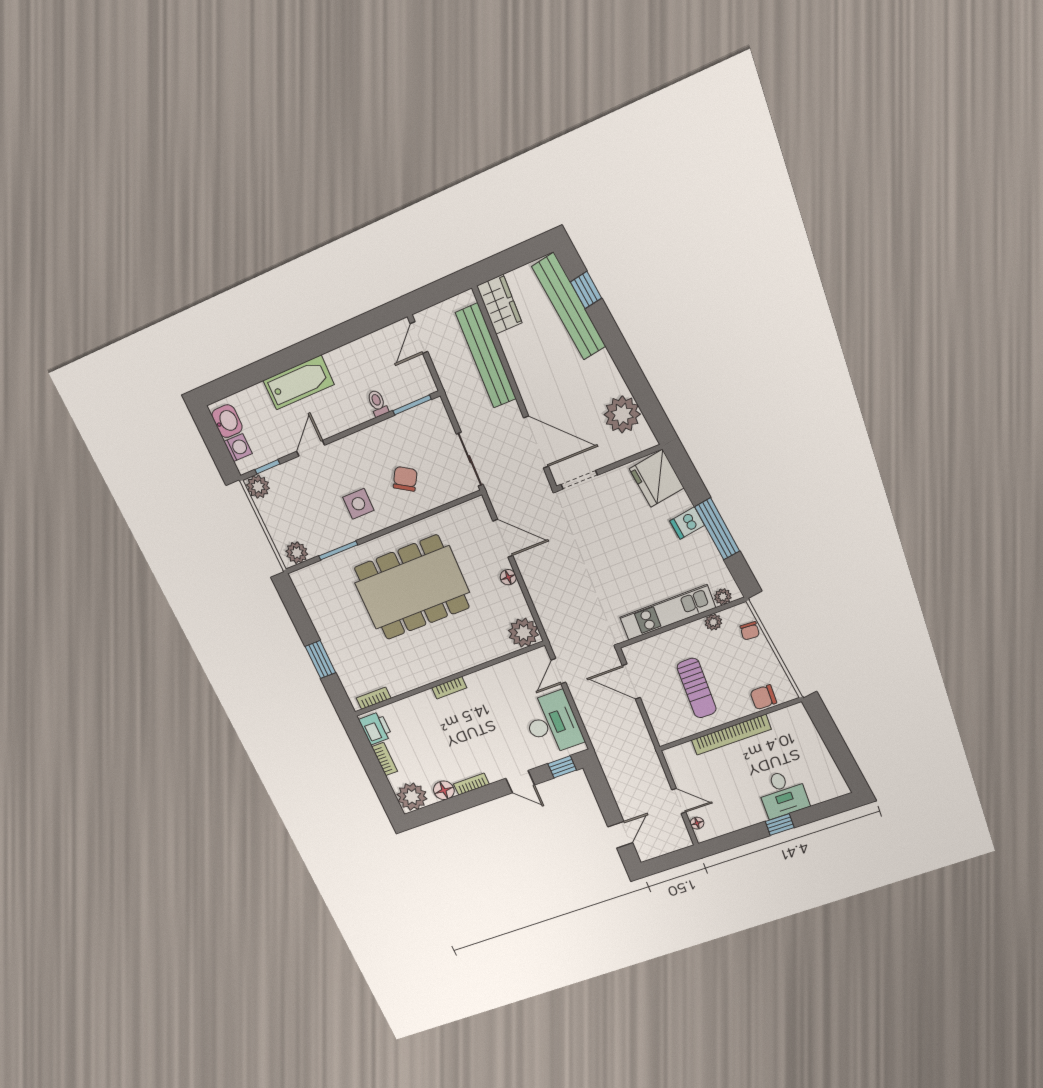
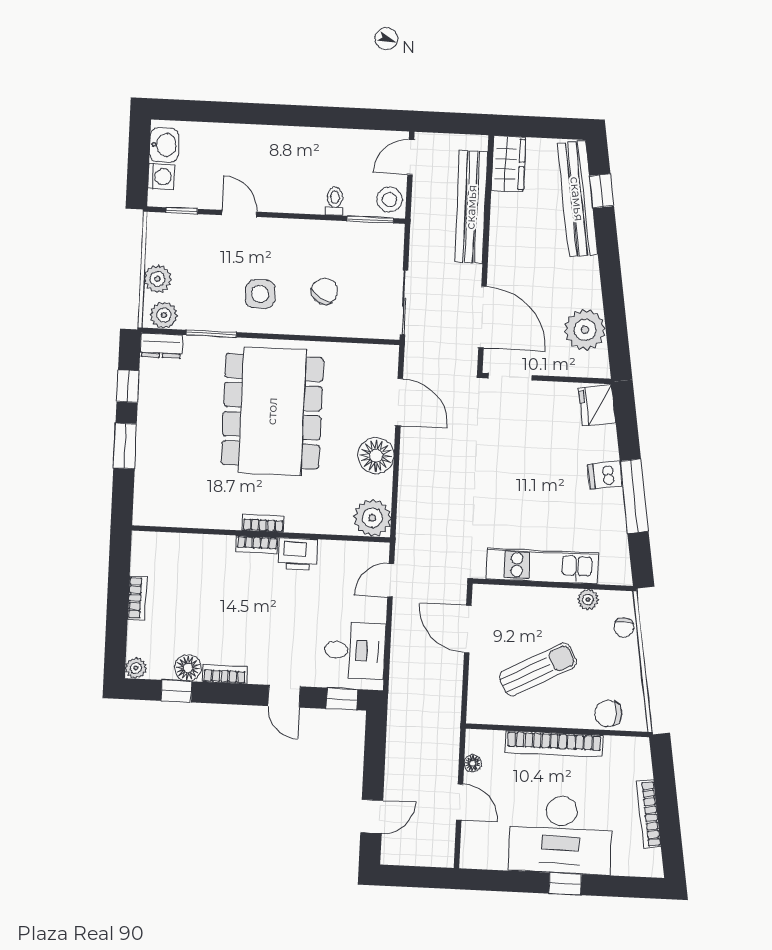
stool: (419, 381) -> (389, 199), added
bathtub: (299, 382) -> (262, 142), removed
door: (311, 448) -> (239, 213), hinge flipped
fridge: (657, 478) -> (597, 405), width x0.73, depth x0.75
plant: (258, 487) -> (157, 279), moved
dresser: (307, 576) -> (161, 346), added
floor lamp: (508, 577) -> (376, 456), width x1.89, depth x1.89
dining table: (412, 588) -> (272, 411), turned 90
plant: (723, 597) -> (610, 575), removed
window: (299, 616) -> (128, 386), added
sun lounger: (697, 688) -> (538, 669), turned -118
bookcase: (374, 698) -> (263, 523), moved
desk: (552, 723) -> (355, 650), width x0.73
printer: (376, 728) -> (298, 554), moved, turned 90
bookcase: (823, 754) -> (649, 814), added
desk: (783, 794) -> (561, 835), width x1.87, depth x1.30
plant: (412, 797) -> (136, 668), width x0.53, depth x0.53
window: (444, 809) -> (177, 691), added
floor lamp: (697, 823) -> (473, 763), moved

